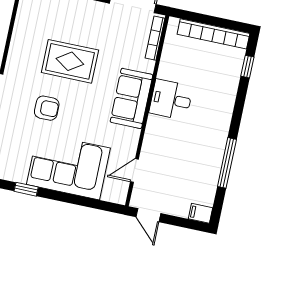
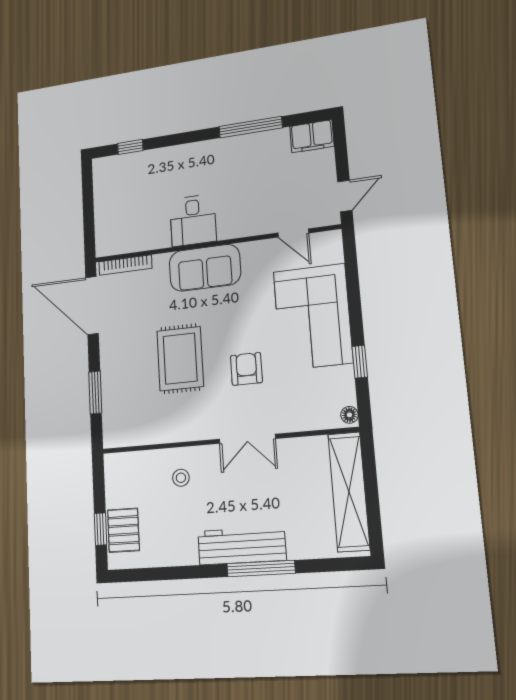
bookcase: (213, 34) -> (103, 199), removed
filing cabinet: (201, 213) -> (312, 136), width x2.00

